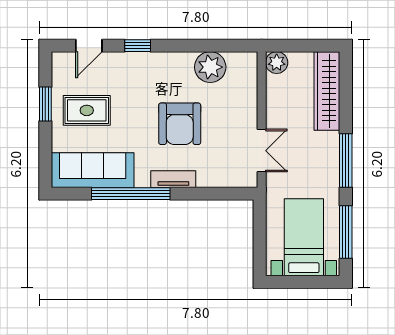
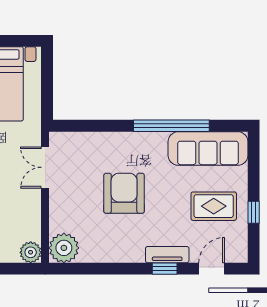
plant: (210, 67) -> (64, 248), moved
window: (45, 104) -> (254, 212), width x0.67
tv unit: (173, 179) -> (167, 255), moved, turned 180

